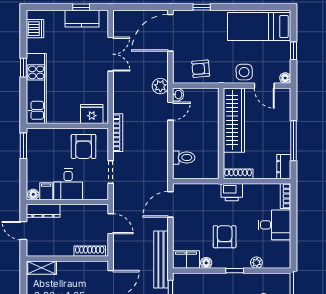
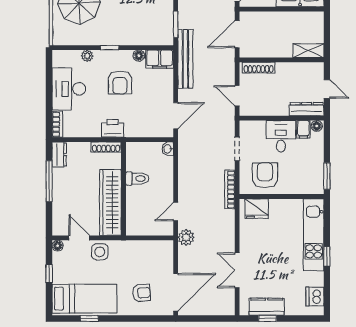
window: (202, 7) -> (89, 318), moved
armchair: (201, 69) -> (141, 293), moved
washbasin: (178, 95) -> (168, 149), moved
toilet: (184, 158) -> (137, 179), moved, turned 180
desk: (274, 225) -> (69, 89), width x1.37

